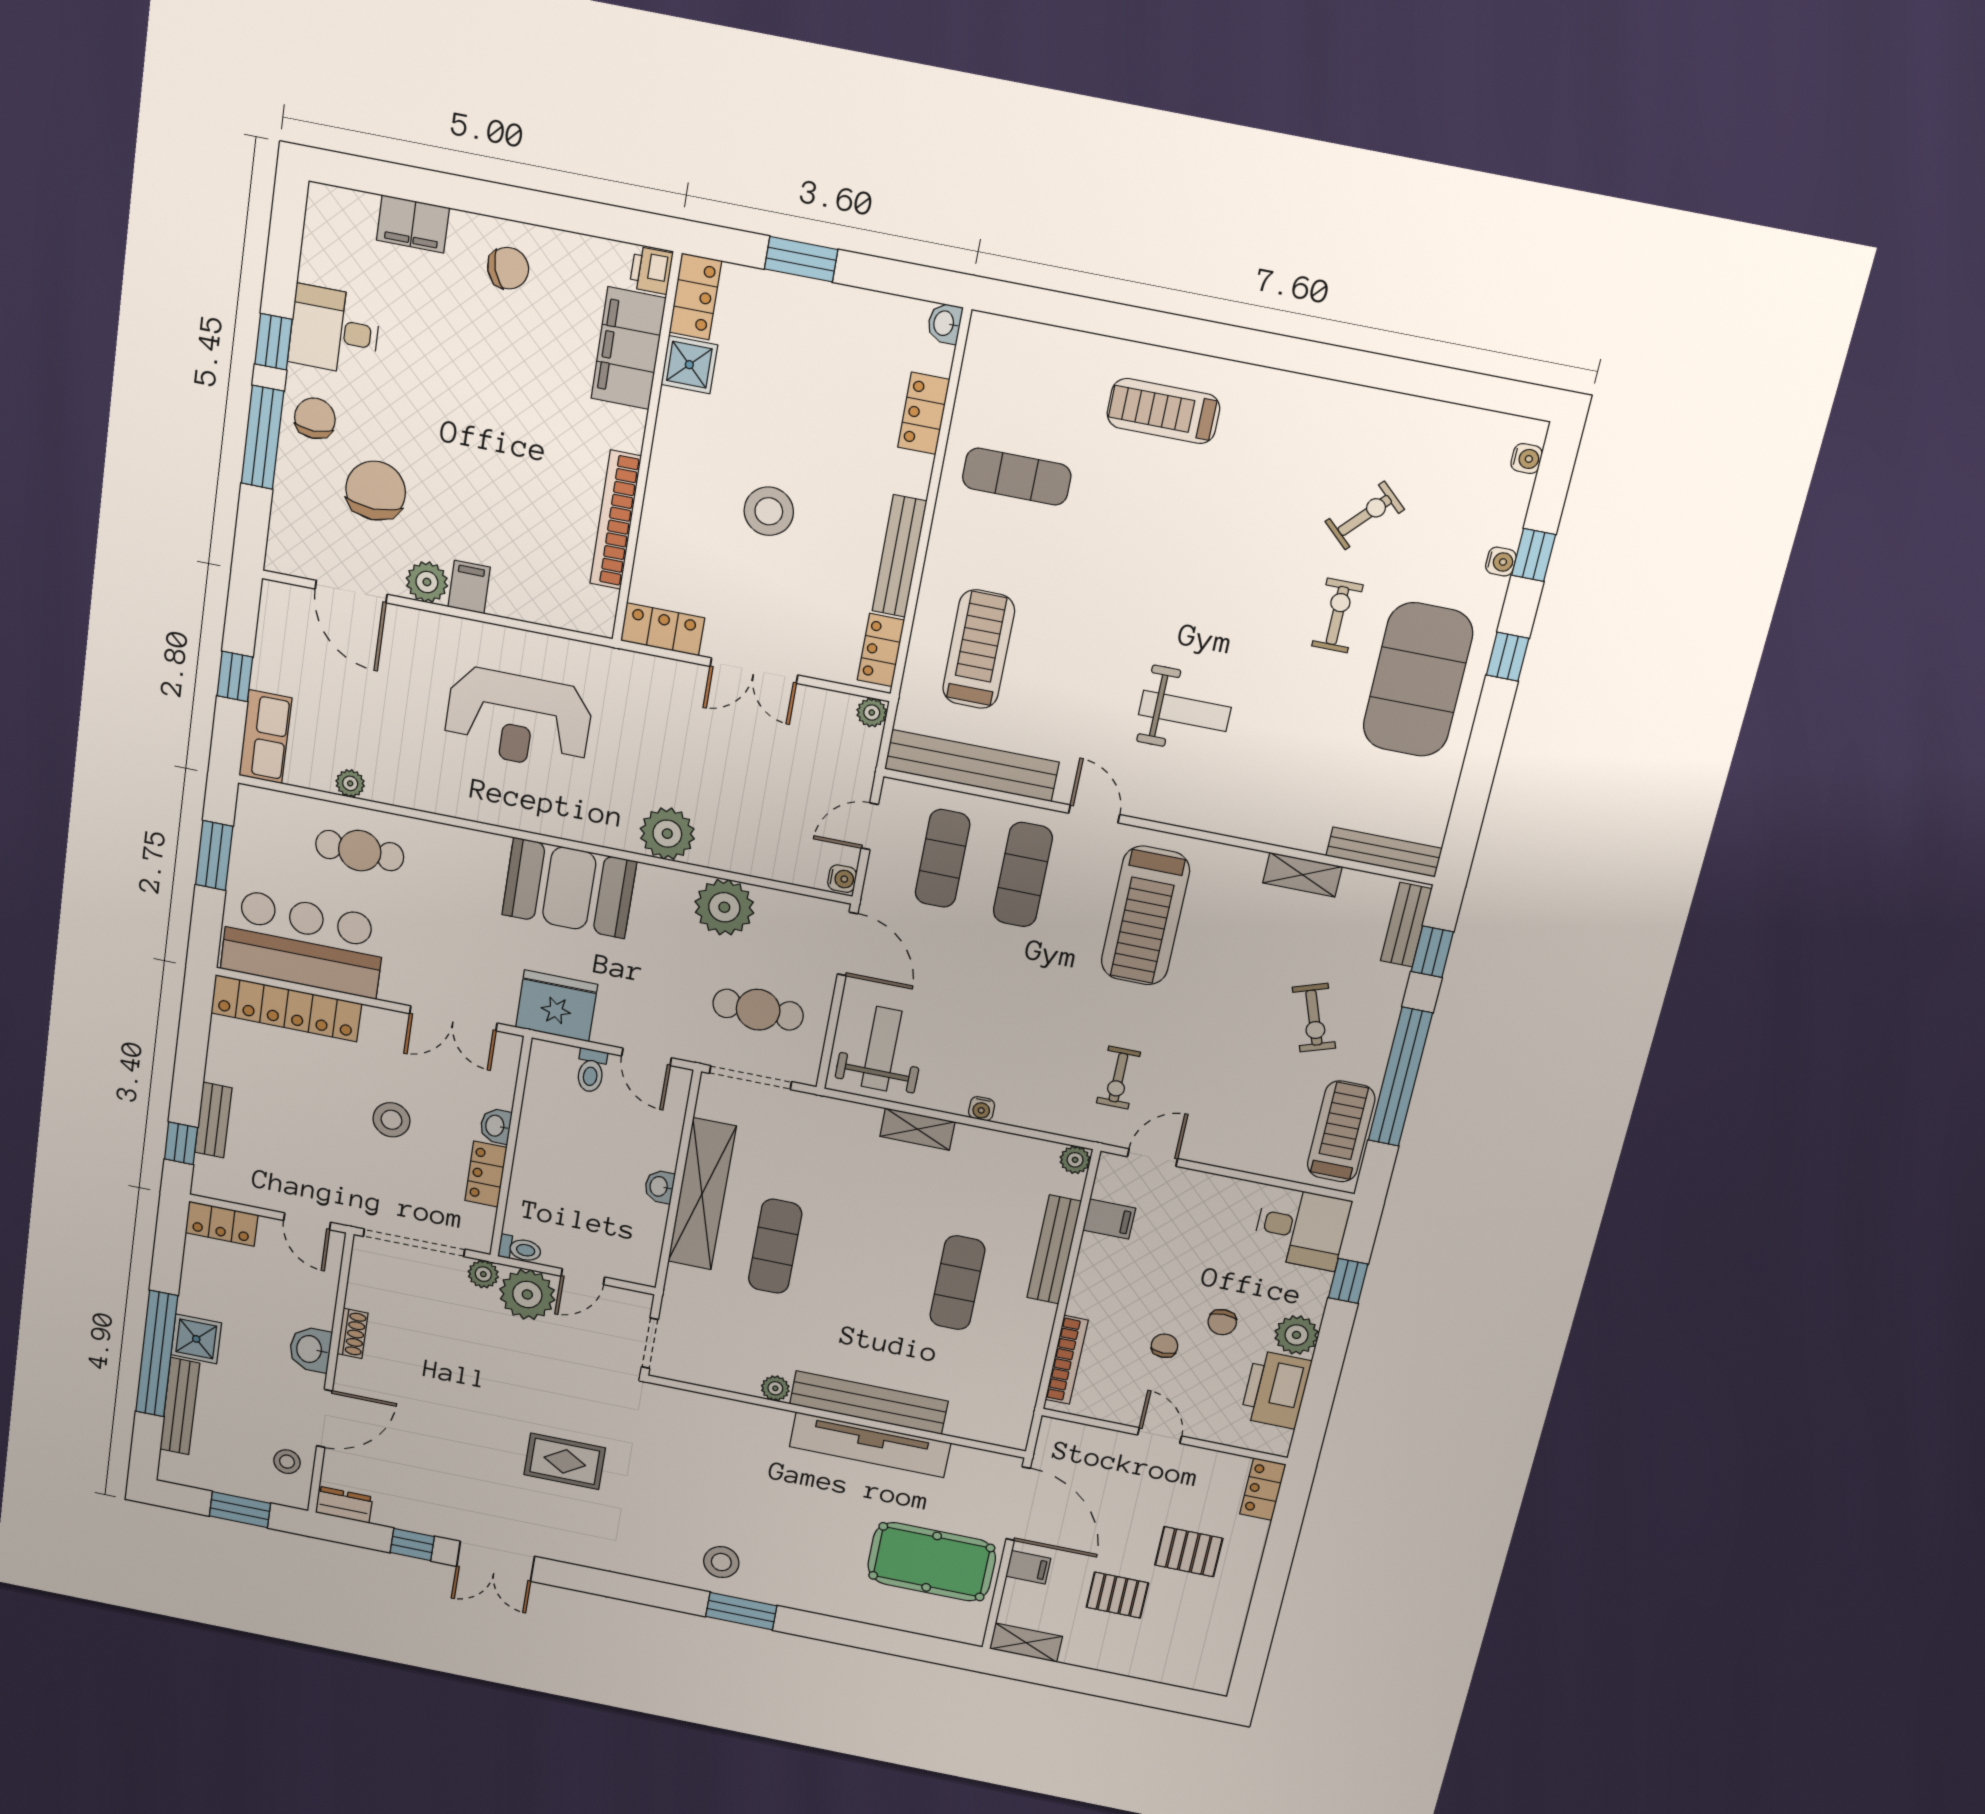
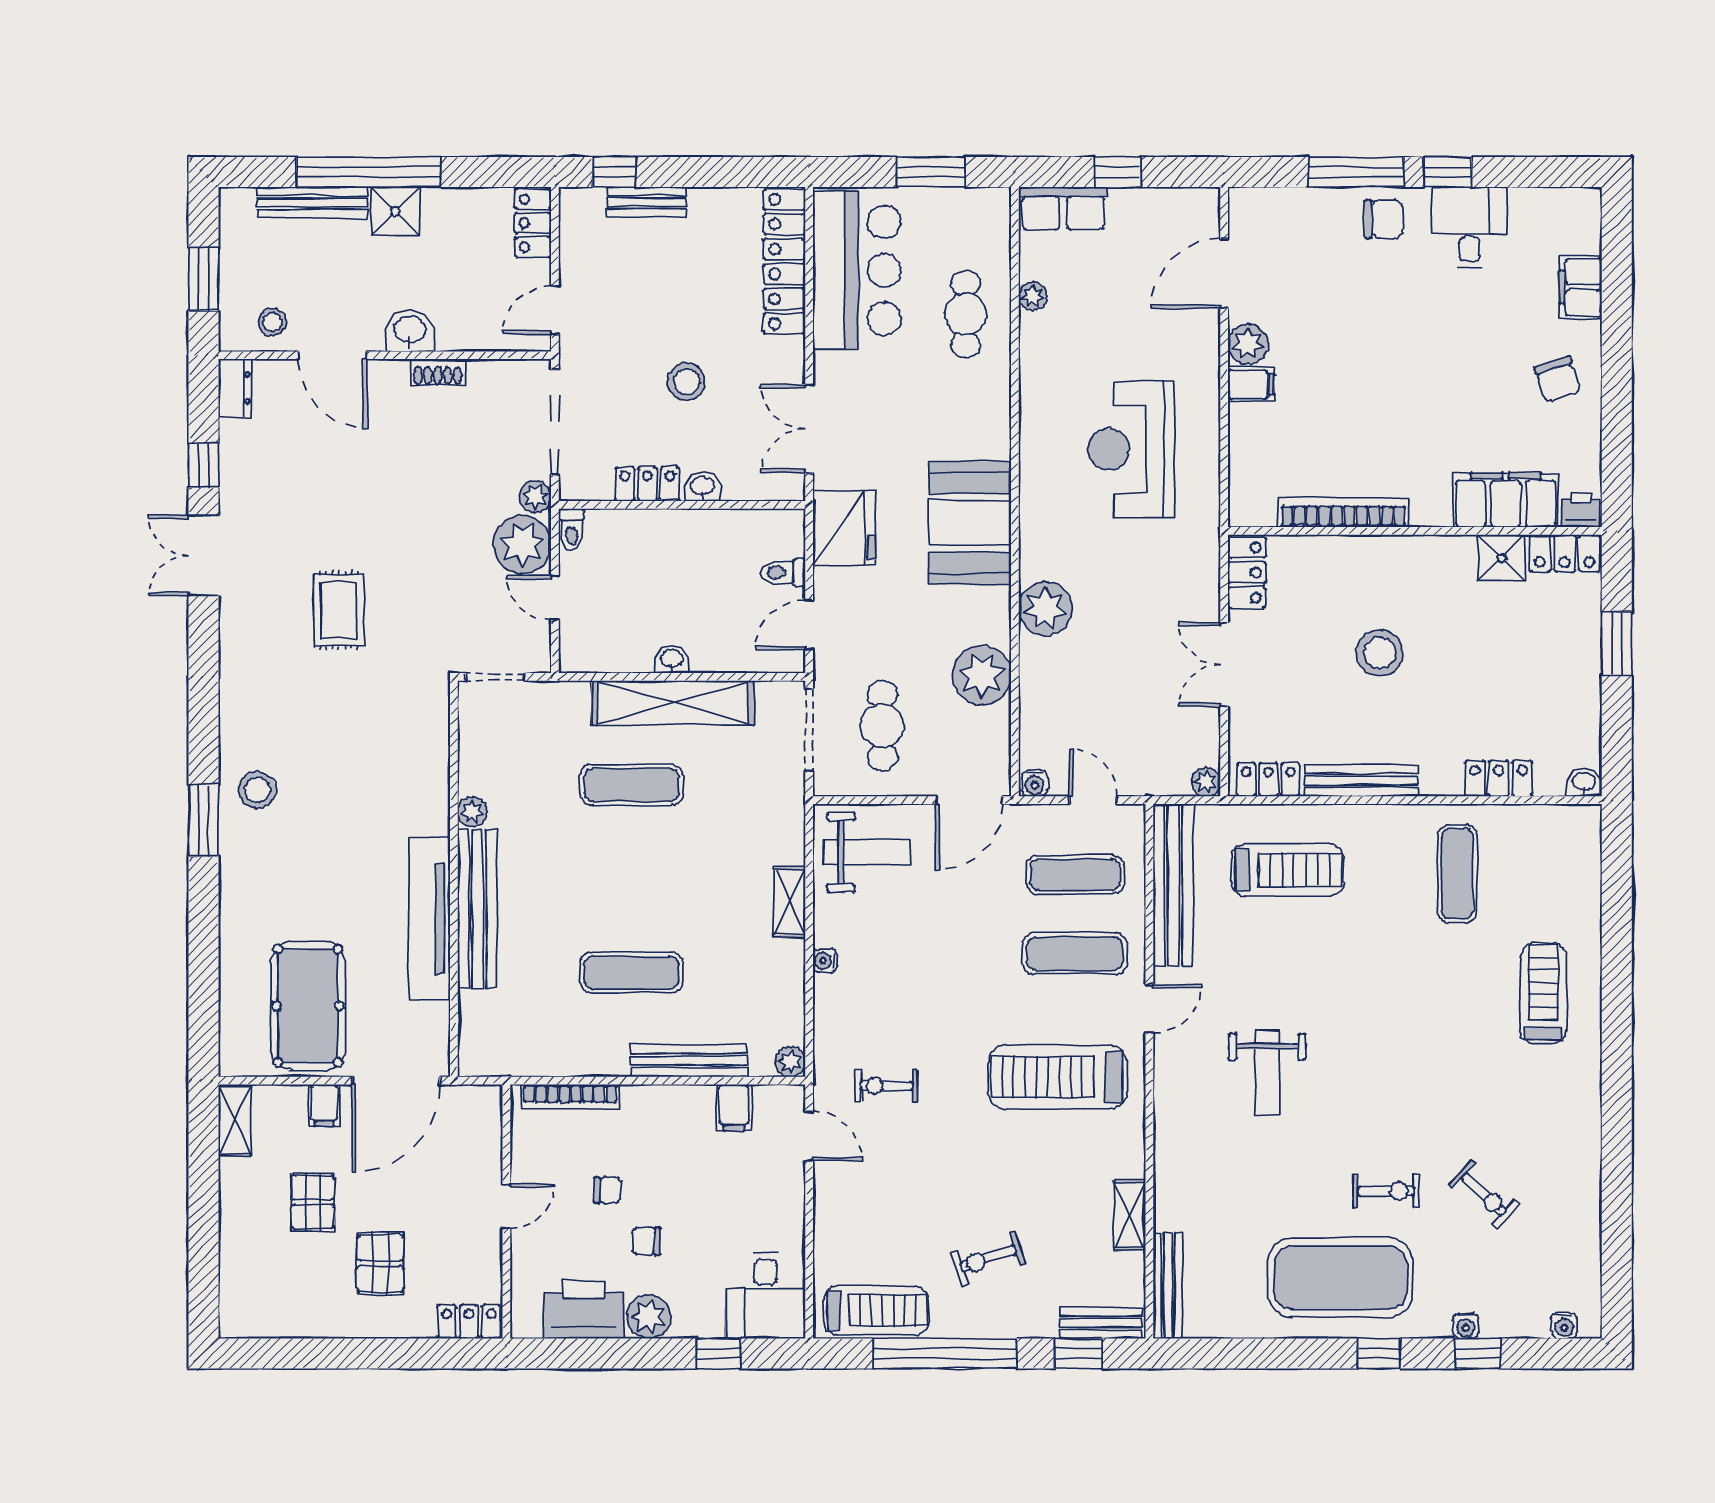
chair: (376, 491) -> (1326, 284), removed

